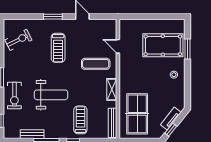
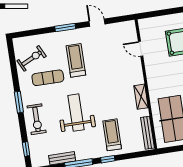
treadmill: (58, 48) -> (76, 60), turned 180
exercise mat: (96, 64) -> (48, 78), moved
weight bench: (51, 95) -> (76, 113), turned -90

